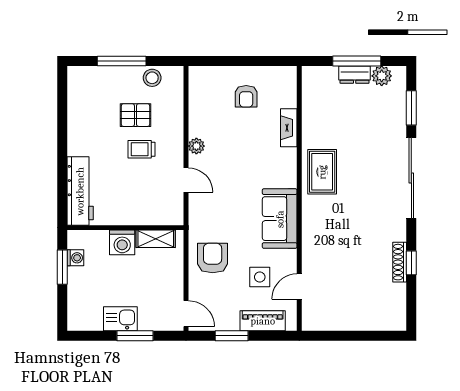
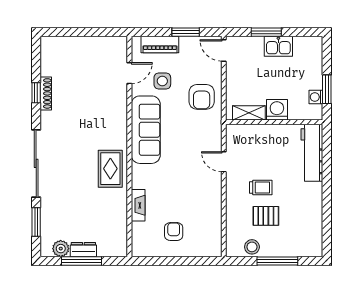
plant: (196, 146) -> (215, 190), removed
sofa: (280, 219) -> (146, 130), width x1.36

